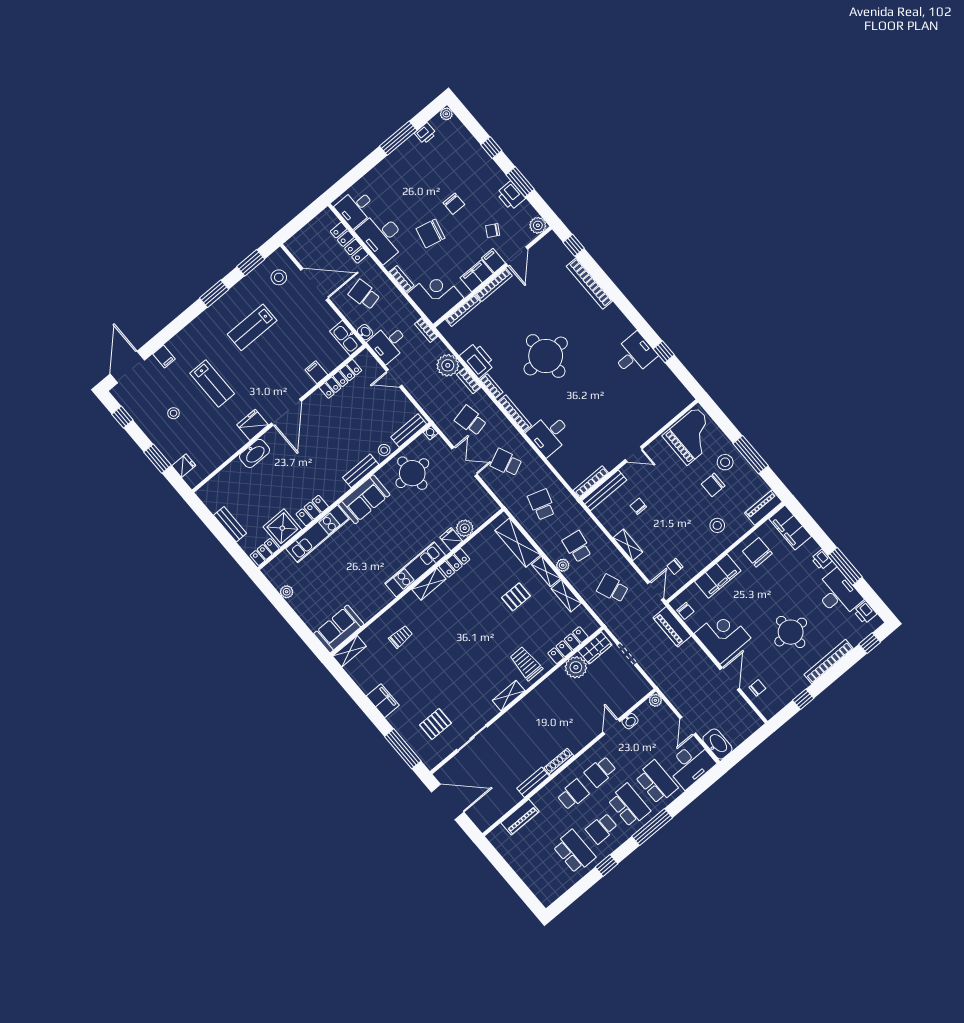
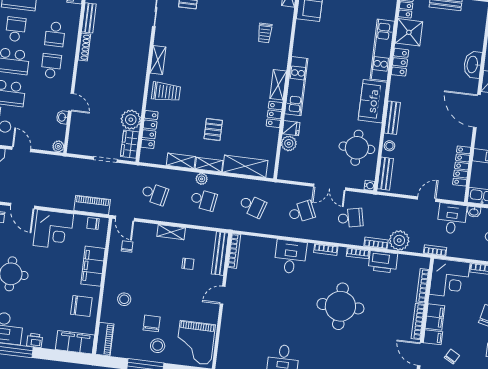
bookcase: (515, 413) -> (326, 250), width x0.64
school desk: (613, 589) -> (155, 194), turned 33

